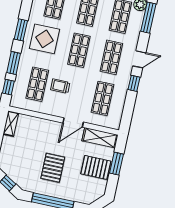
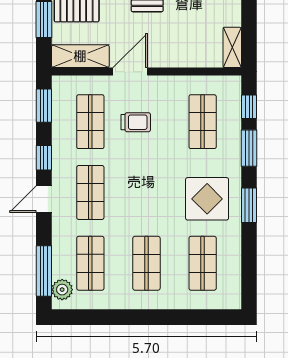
shop shelf: (79, 50) -> (146, 192), removed
trolley: (60, 86) -> (136, 122), moved
window: (127, 114) -> (44, 106), added

